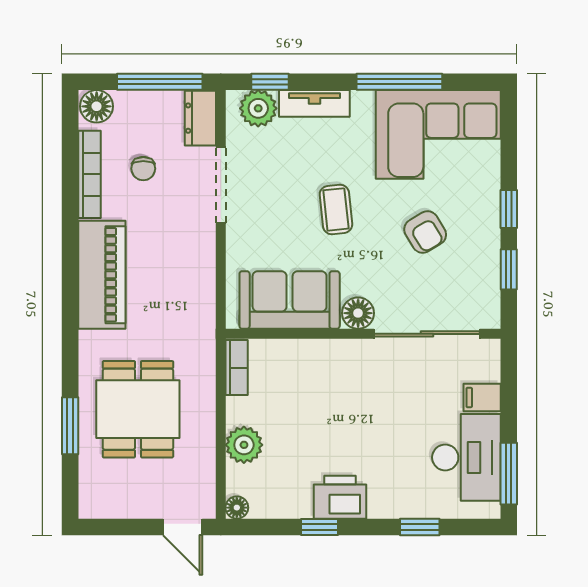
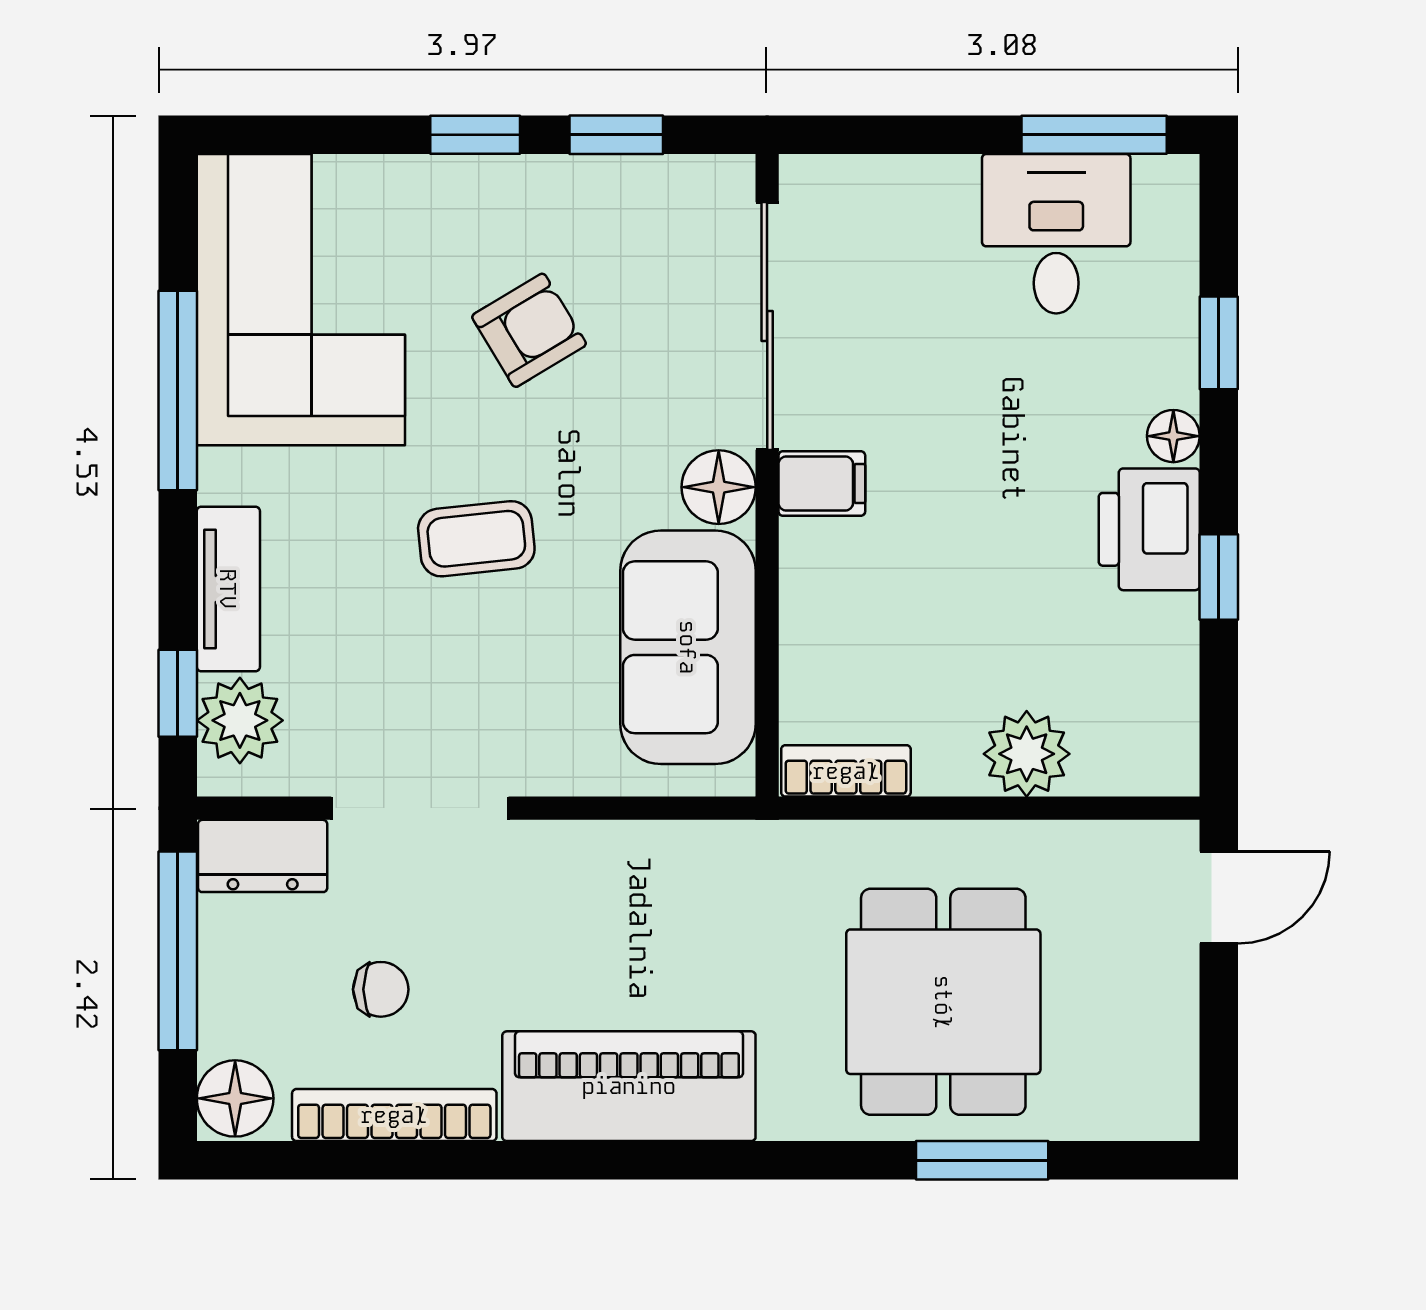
filing cabinet: (482, 397) -> (822, 484), moved, turned -90
dining table: (138, 409) -> (943, 1002), turned 90
desk: (466, 457) -> (1056, 234), width x0.73
floor lamp: (237, 508) -> (1173, 436), moved

